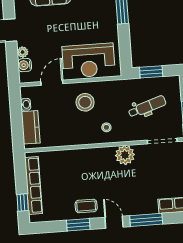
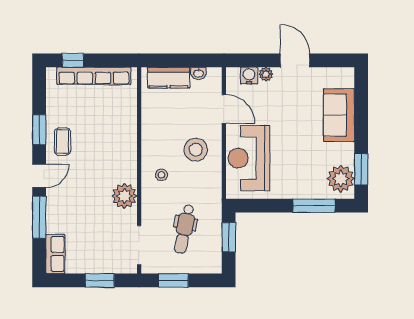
dental chair: (147, 107) -> (184, 229), turned 30

